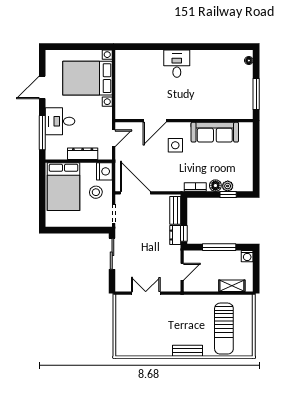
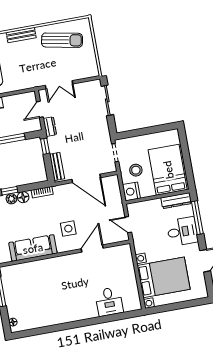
desk: (177, 64) -> (109, 302), moved
door: (114, 138) -> (128, 225), hinge flipped
dresser: (83, 154) -> (176, 201), moved
door: (135, 193) -> (86, 178), moved
dresser: (175, 235) -> (50, 127), moved
sliding door: (112, 254) -> (107, 100), moved
double door: (146, 293) -> (59, 85), moved
sun lounger: (147, 338) -> (62, 40), added

